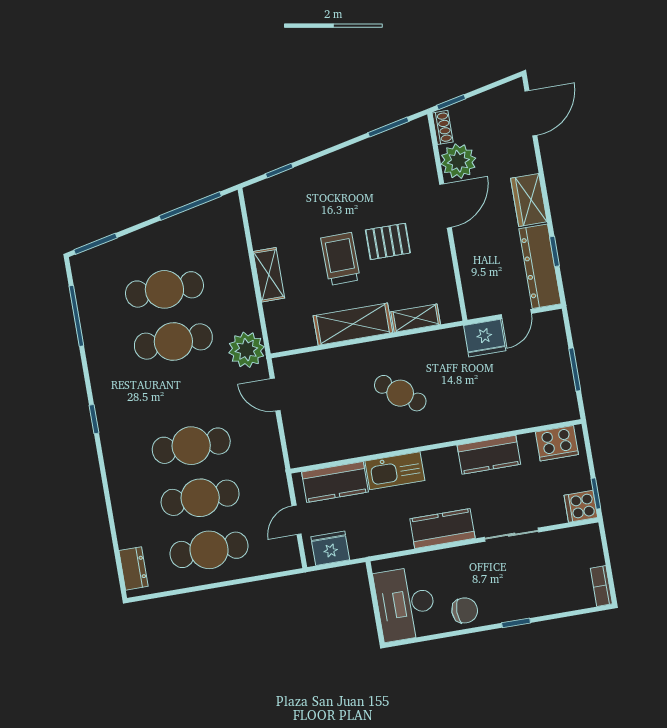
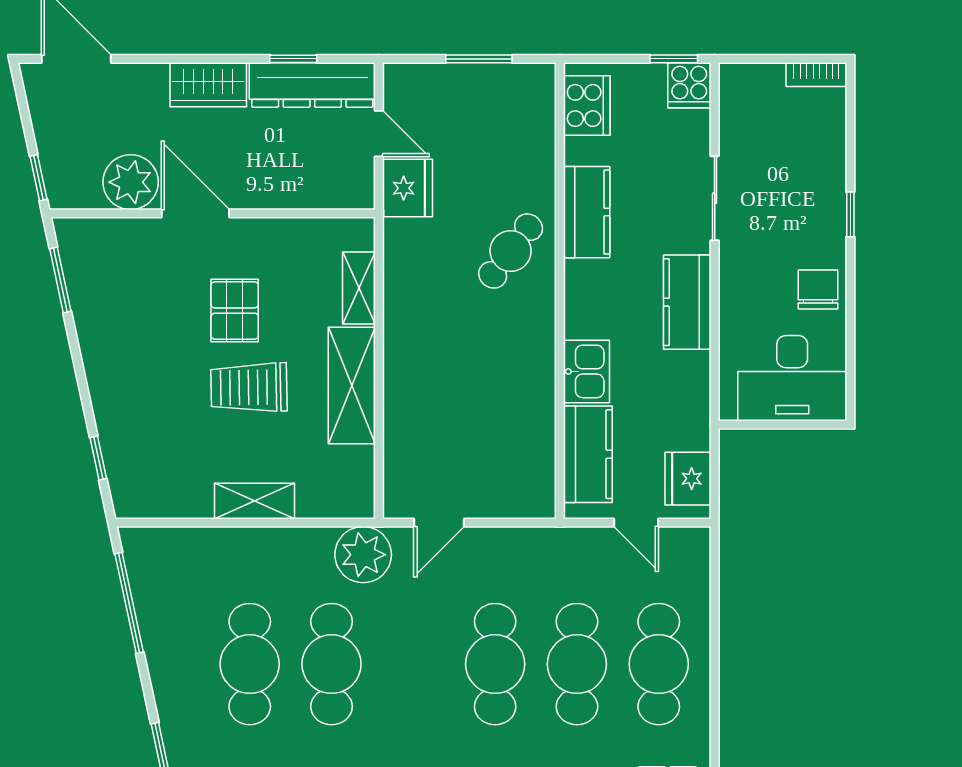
shoe rack: (443, 127) -> (75, 197), removed
cafe table: (400, 393) -> (511, 251), moved
kitchen sink: (395, 471) -> (586, 371), width x0.73

